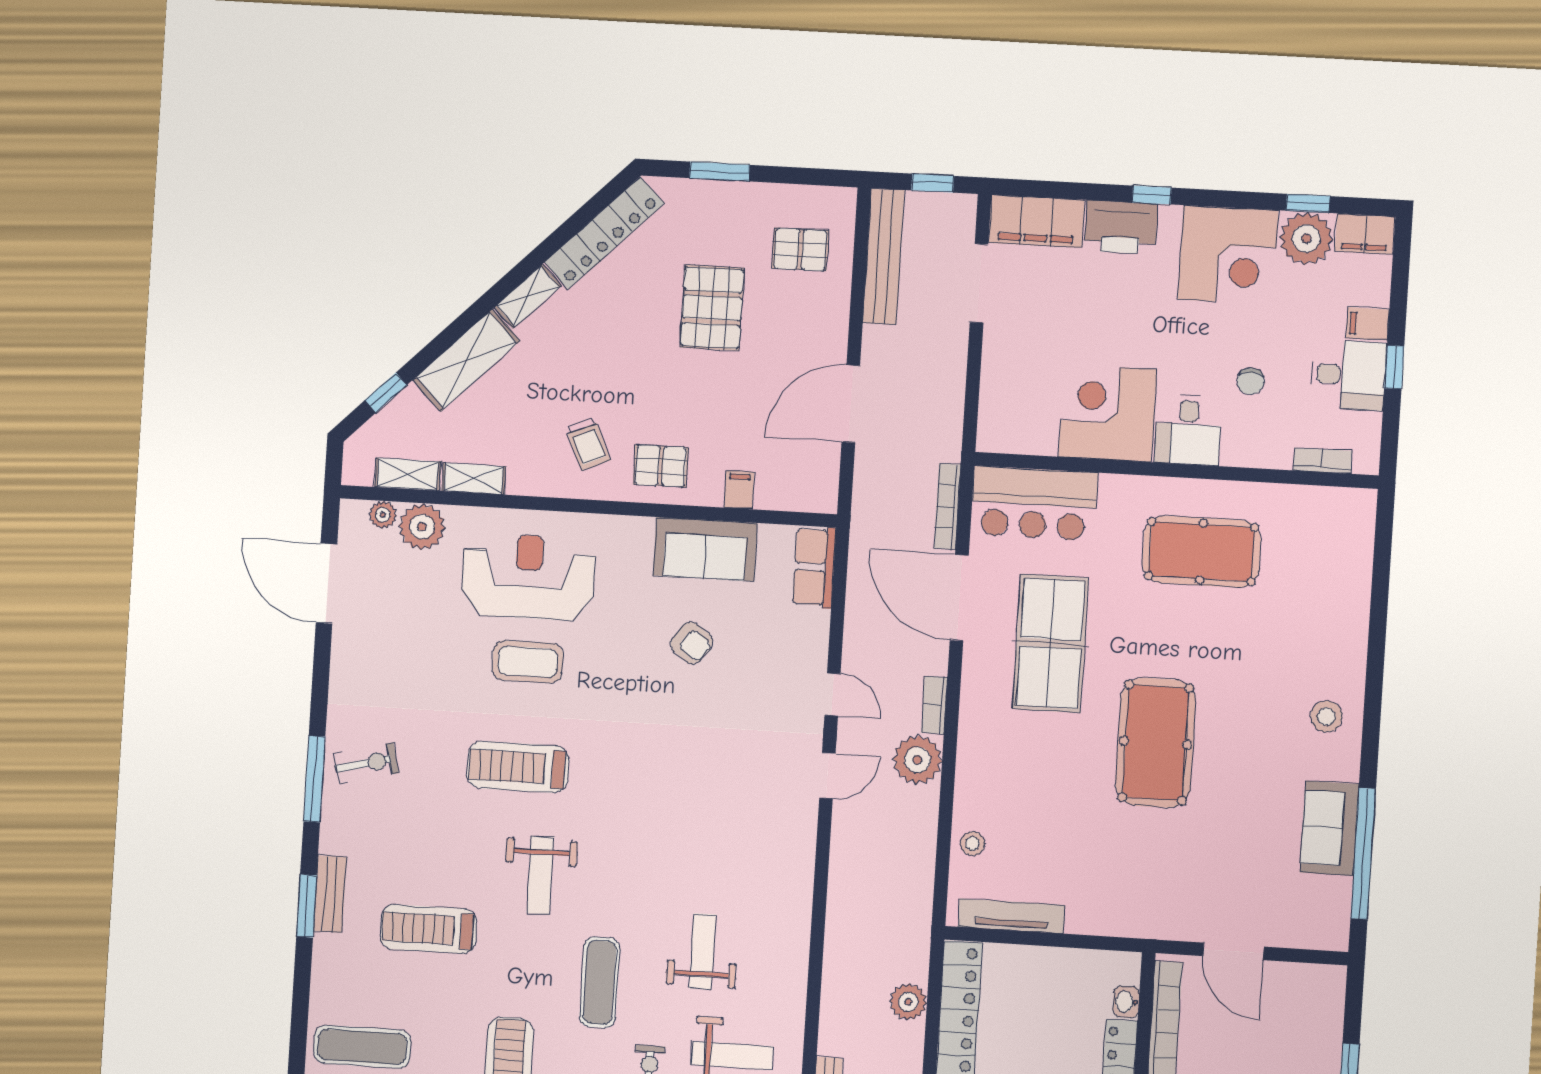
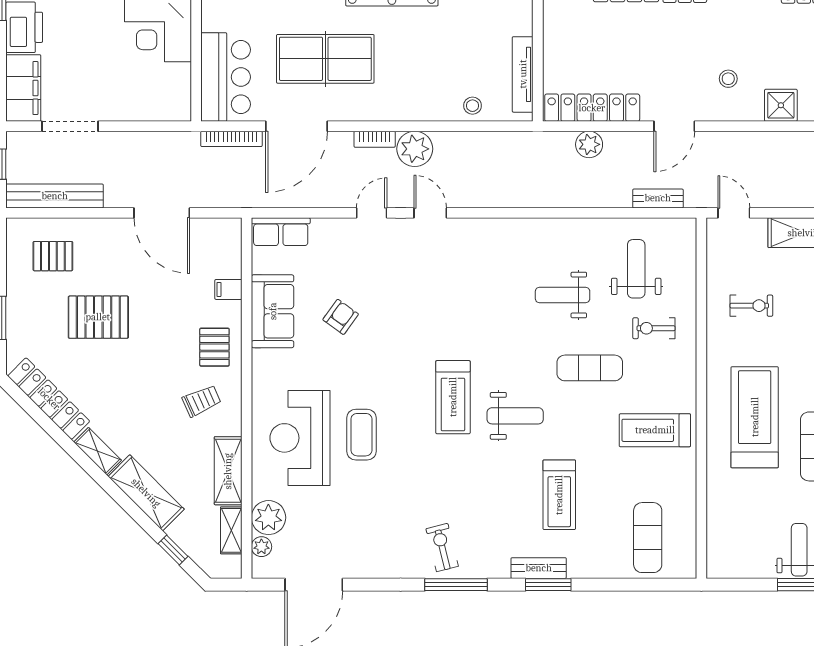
pallet: (800, 249) -> (53, 256), turned 90
shelving: (474, 479) -> (228, 471), width x1.50, depth x1.33
treadmill: (518, 767) -> (453, 397), moved

